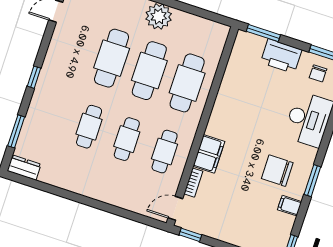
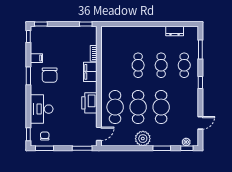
printer: (281, 56) -> (89, 103), moved, turned -90
cafe table: (165, 152) -> (184, 65), moved
dresser: (24, 168) -> (175, 31), moved
chair: (277, 171) -> (50, 75), turned 90
door: (175, 208) -> (99, 134), moved

